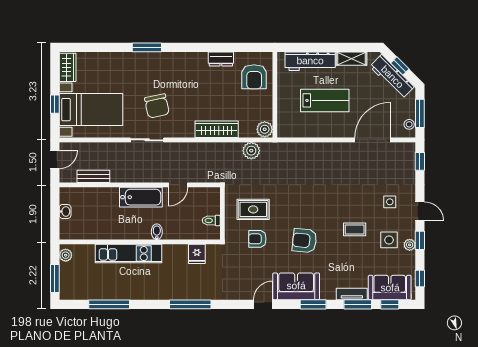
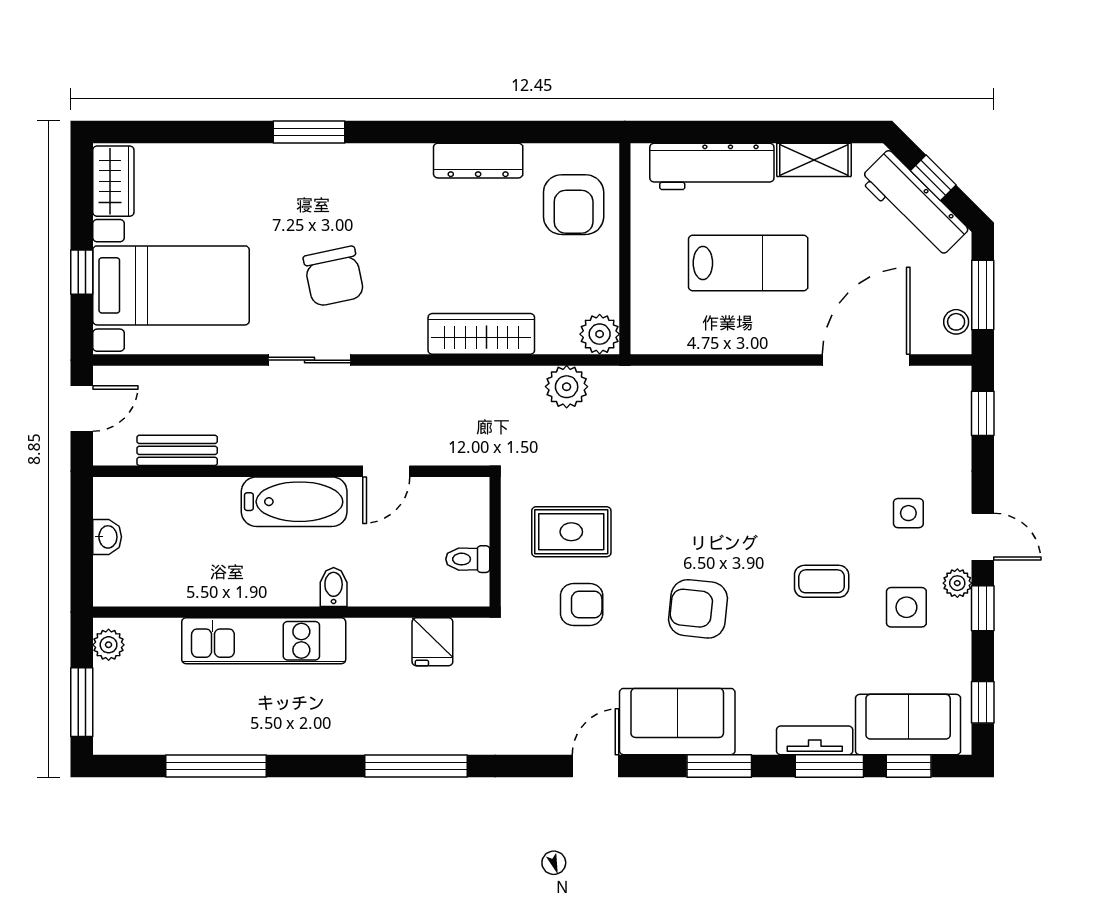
dresser: (221, 59) -> (478, 161), width x1.44
armchair: (257, 239) -> (582, 604), turned 180
plant: (410, 245) -> (957, 583), moved

